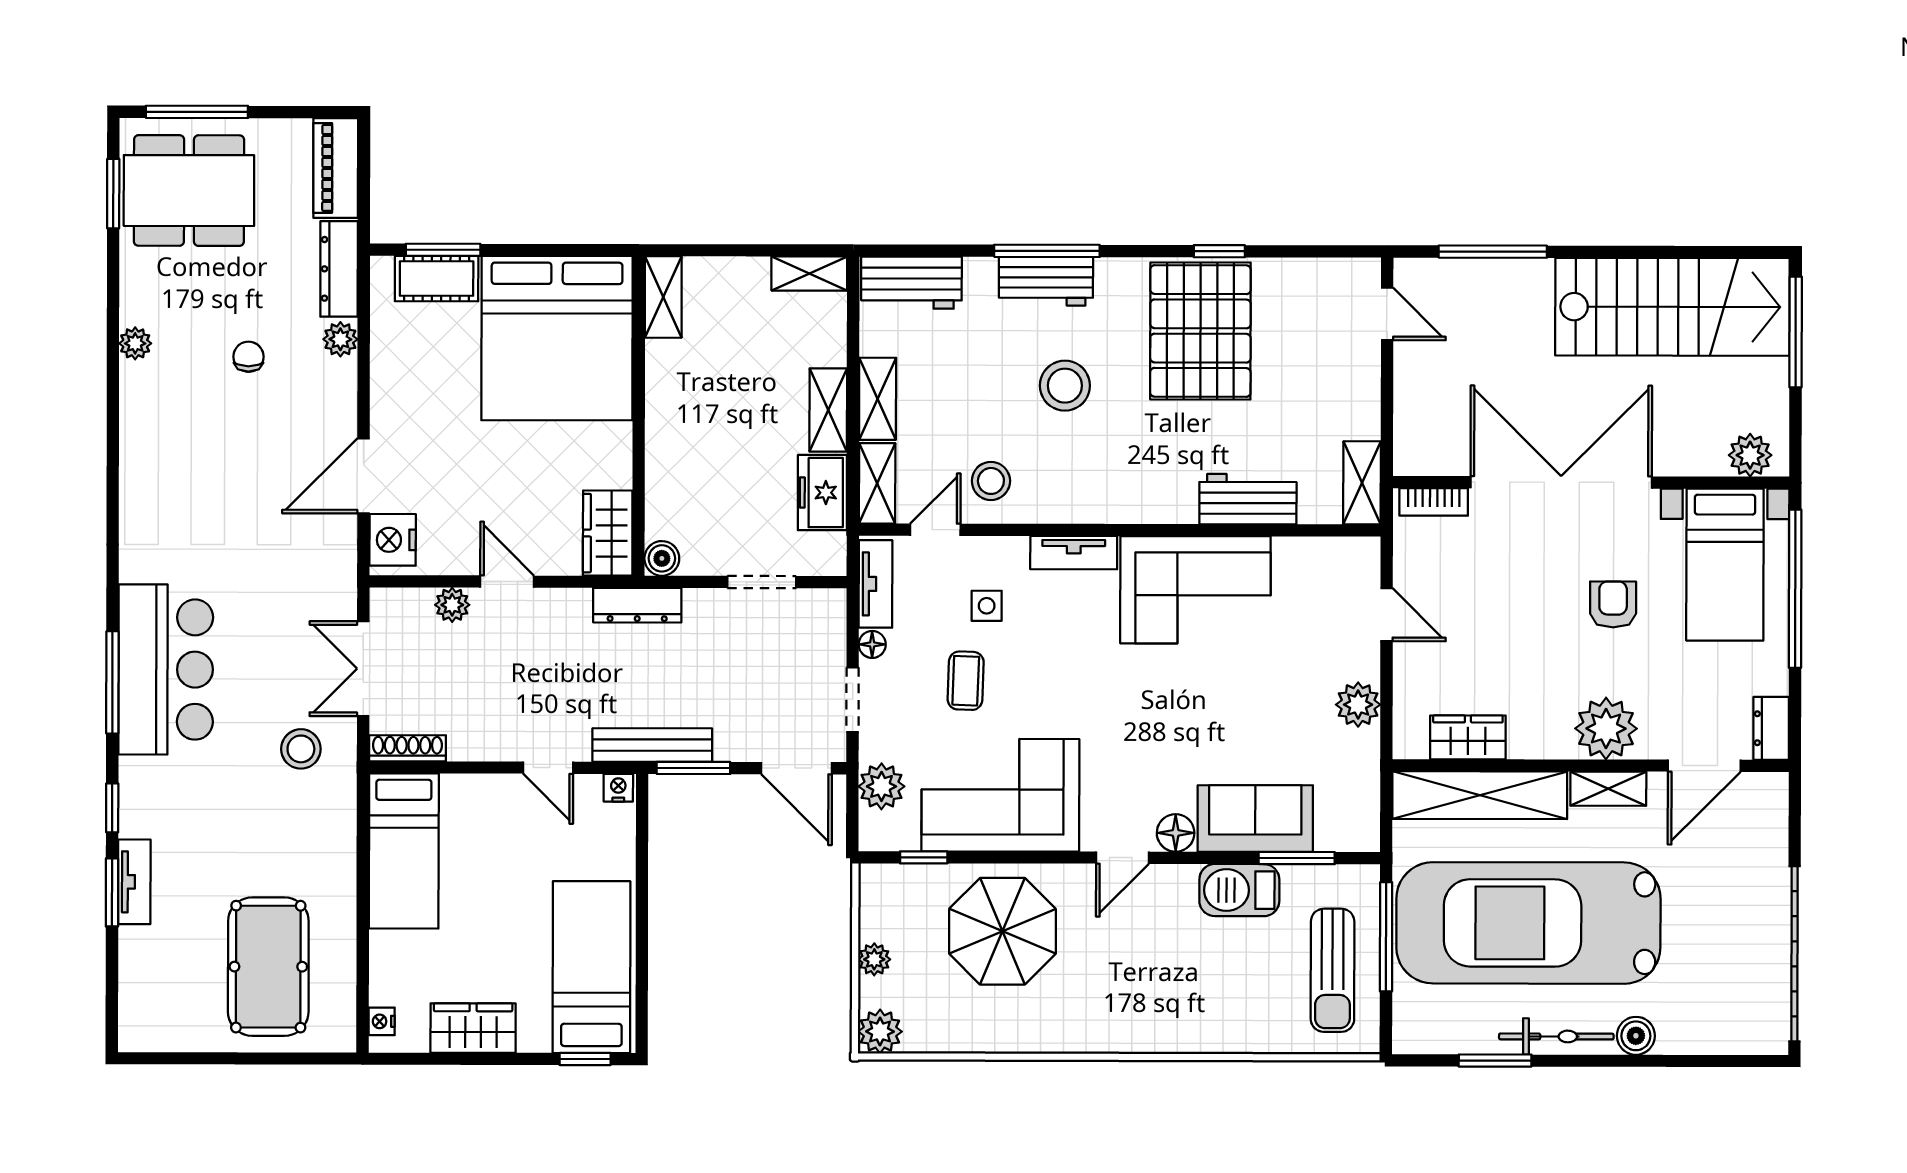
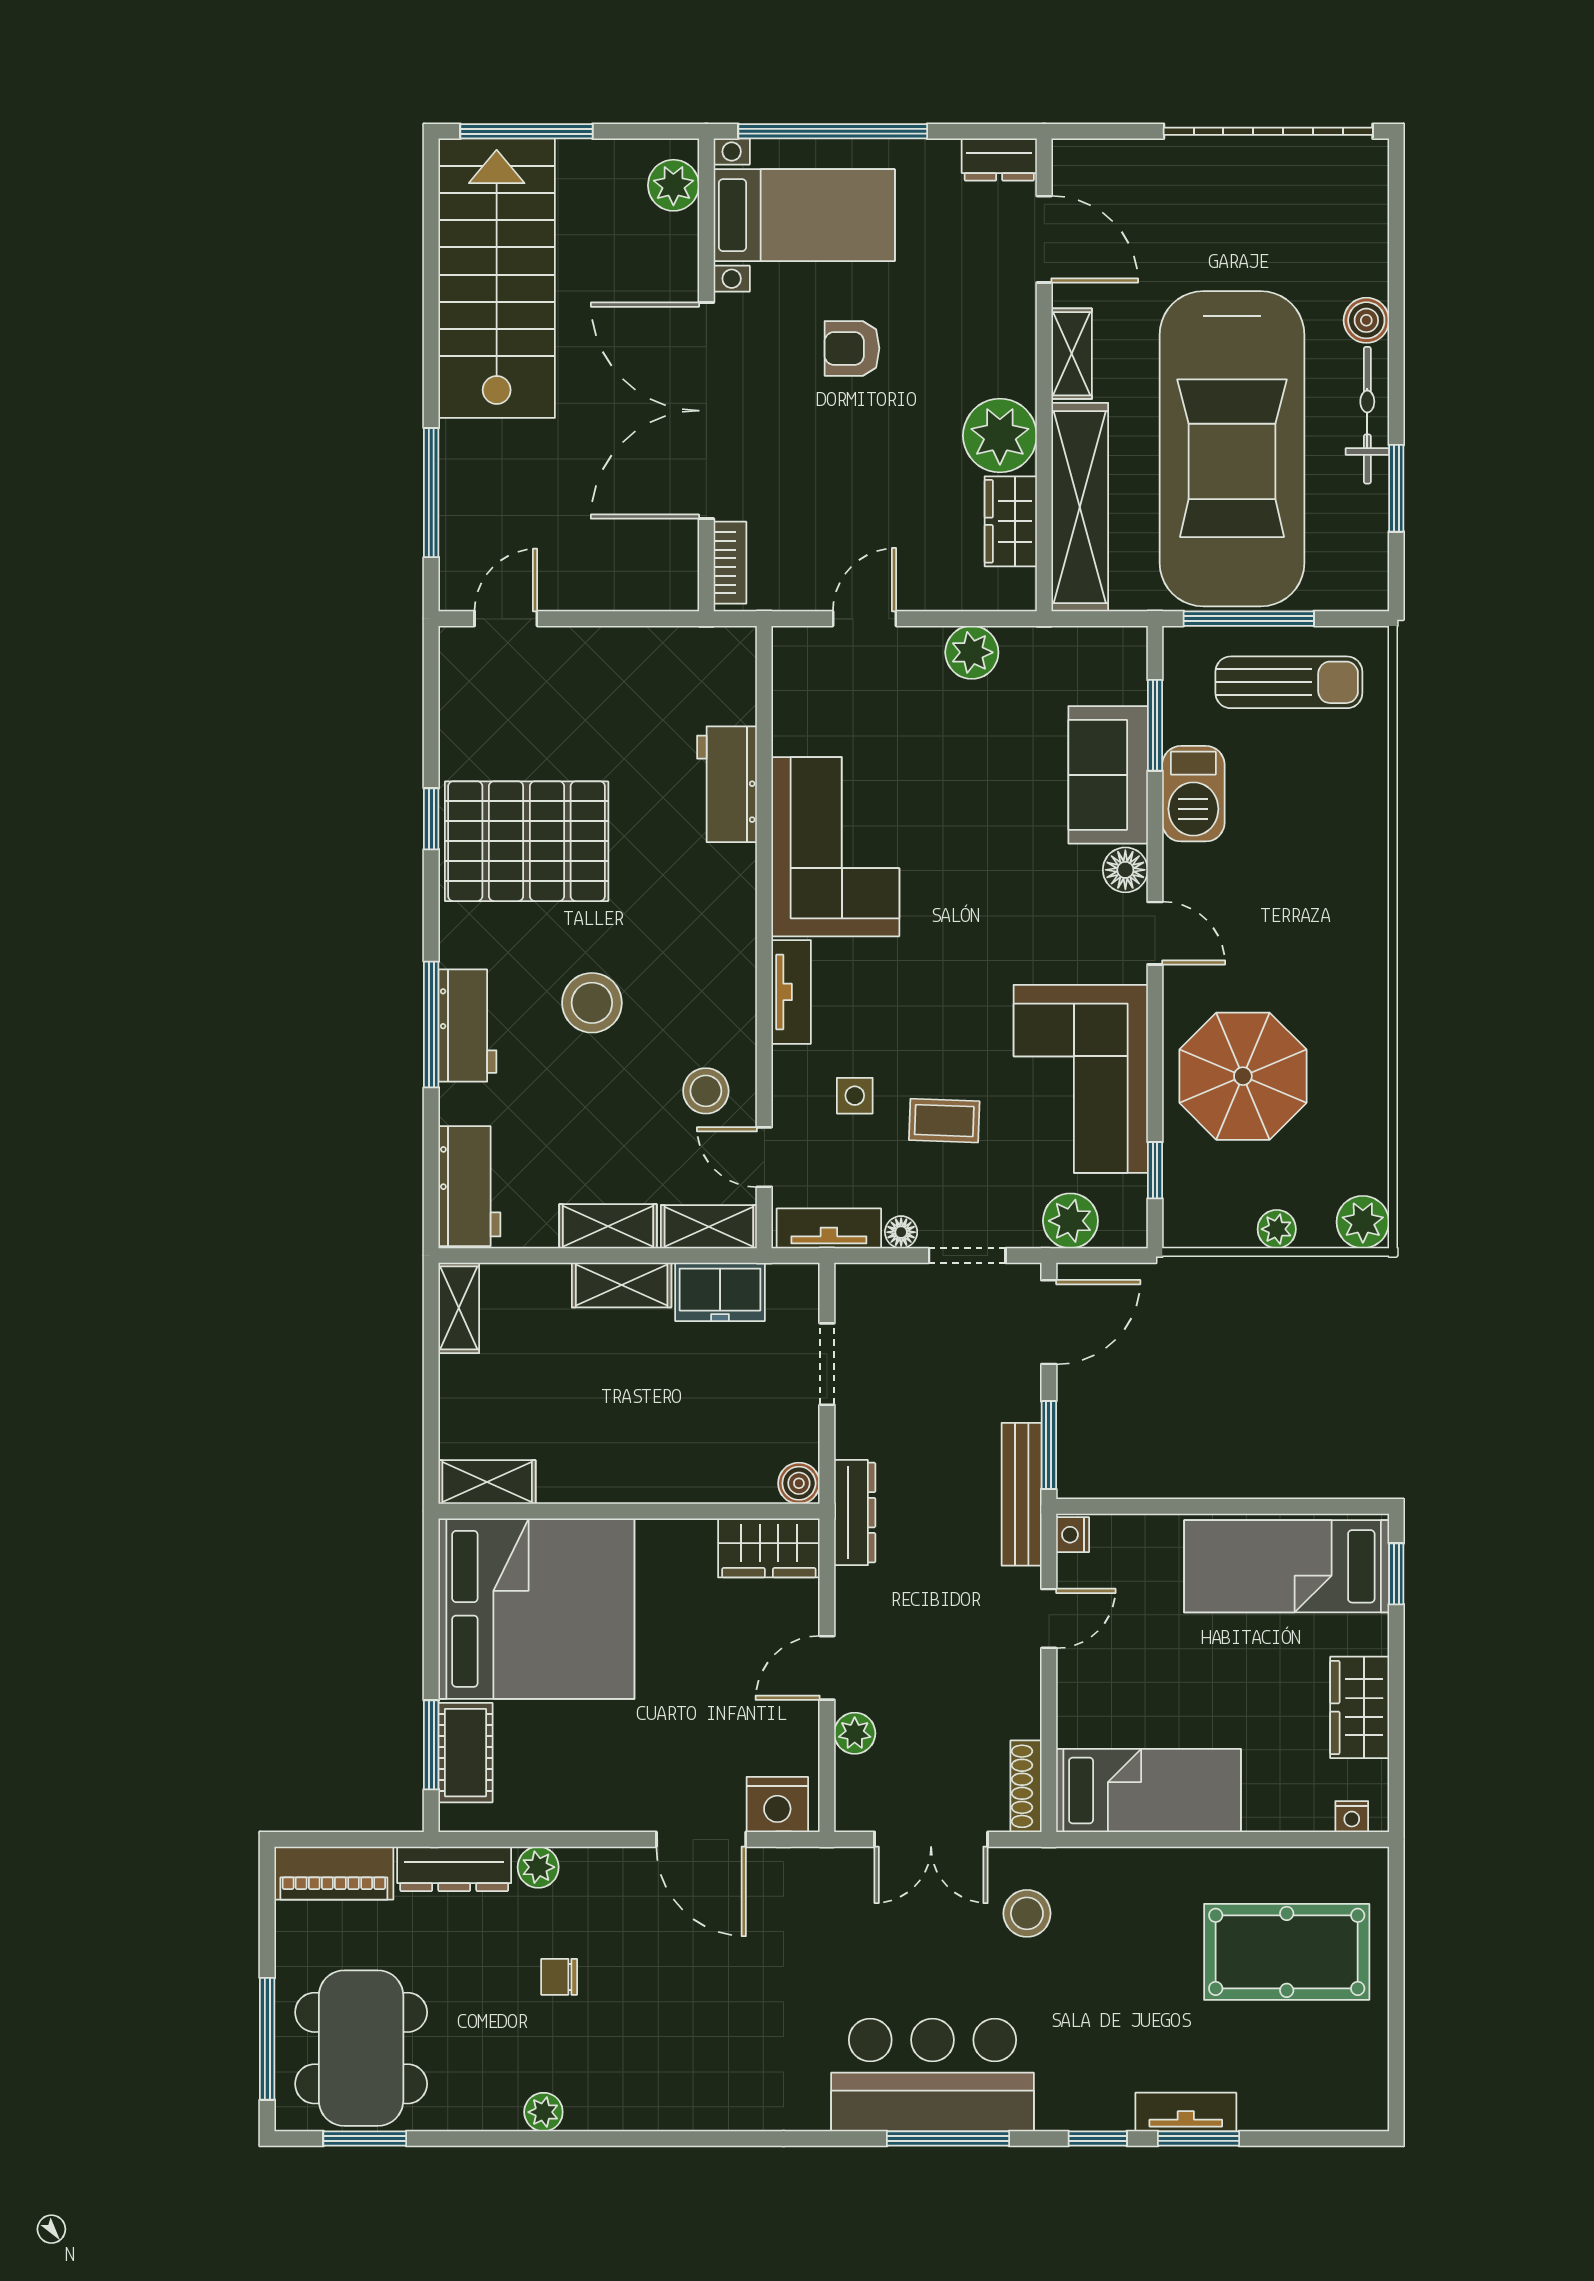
shelving: (1362, 483) -> (707, 648), removed
plant: (1606, 729) -> (1000, 436), moved

